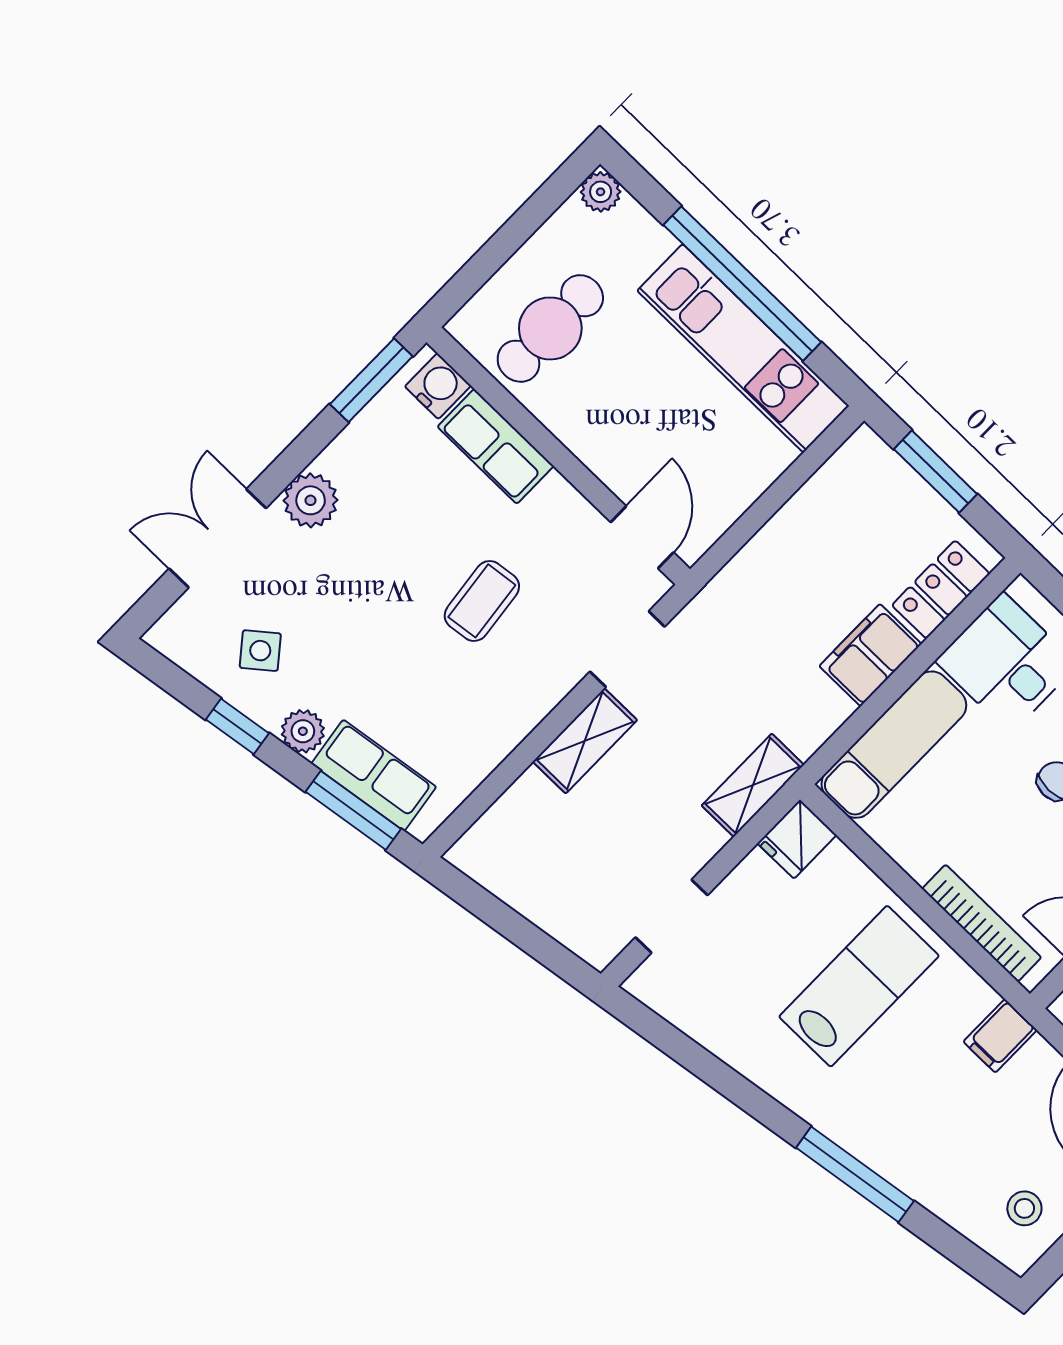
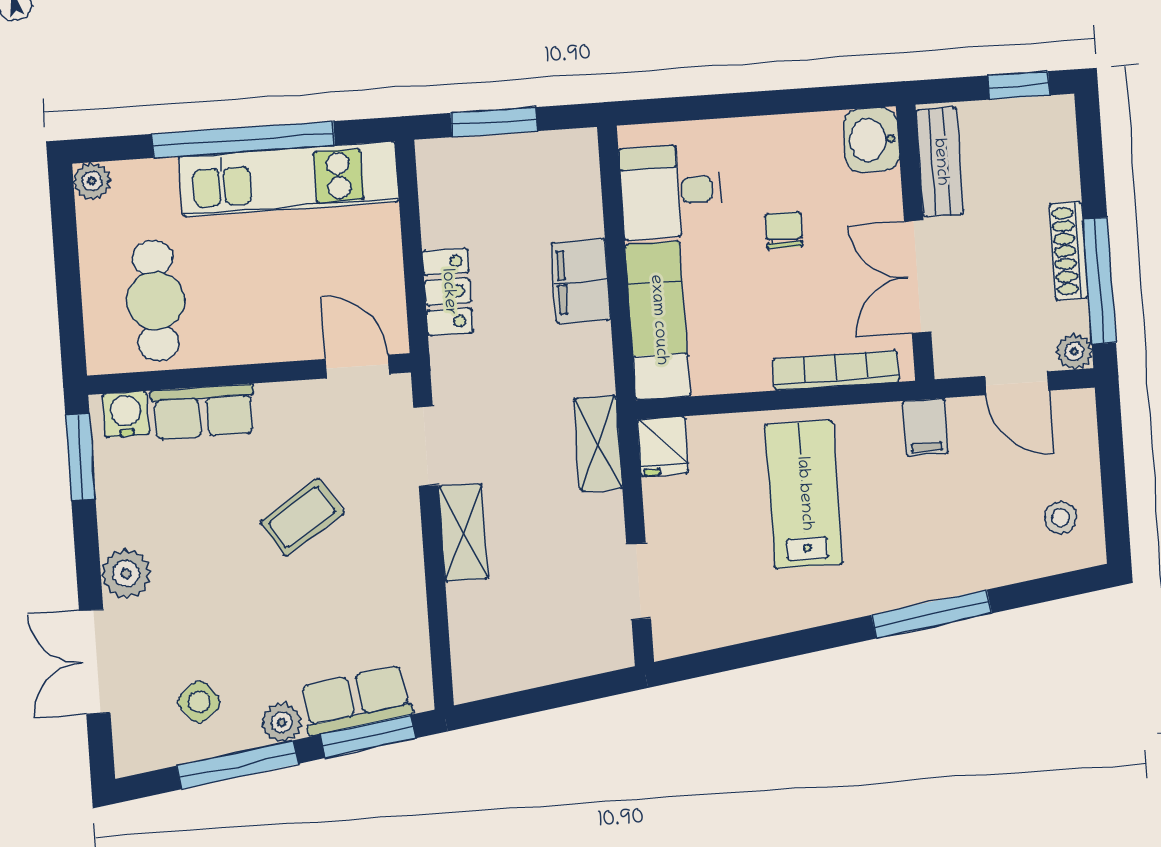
locker: (941, 589) -> (448, 292), moved, turned 180
coffee table: (482, 601) -> (302, 517), turned 64
window: (237, 726) -> (237, 765), width x2.17

